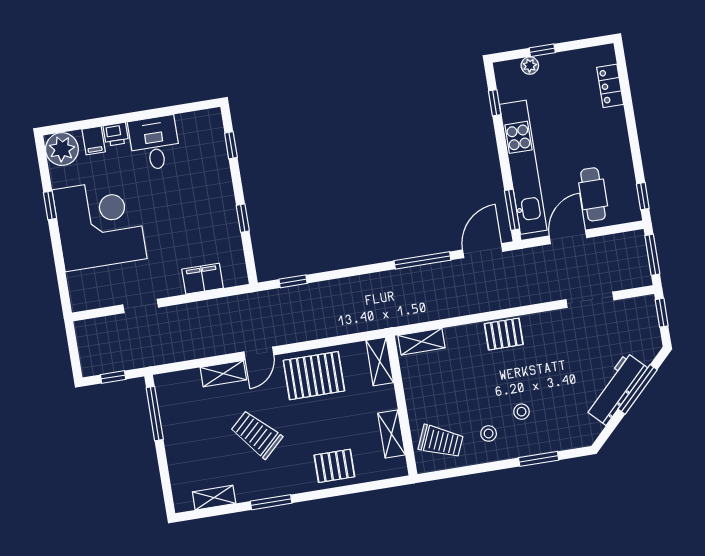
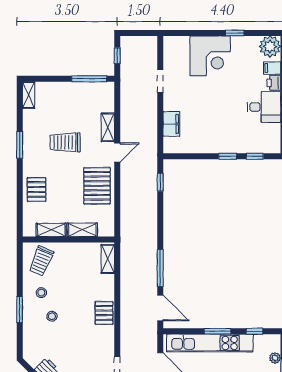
window: (512, 210) -> (218, 331), moved
window: (243, 218) -> (228, 156), moved
corner desk: (100, 224) -> (210, 56), width x0.74, depth x0.74
door: (259, 353) -> (117, 152), swing flipped
shelving: (380, 362) -> (82, 230), moved
trolley: (256, 434) -> (65, 142), turned -137
window: (539, 459) -> (20, 310), moved
shelving: (214, 498) -> (29, 95), moved

